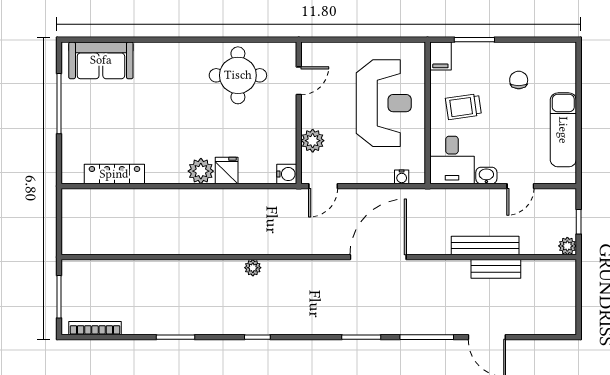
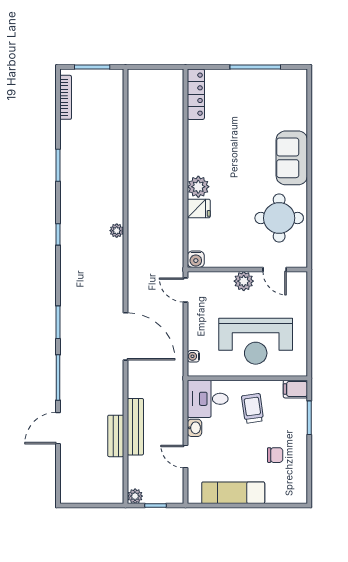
sofa: (101, 60) -> (292, 158), moved
plant: (313, 141) -> (244, 281), moved
locker: (114, 174) -> (196, 94), moved

